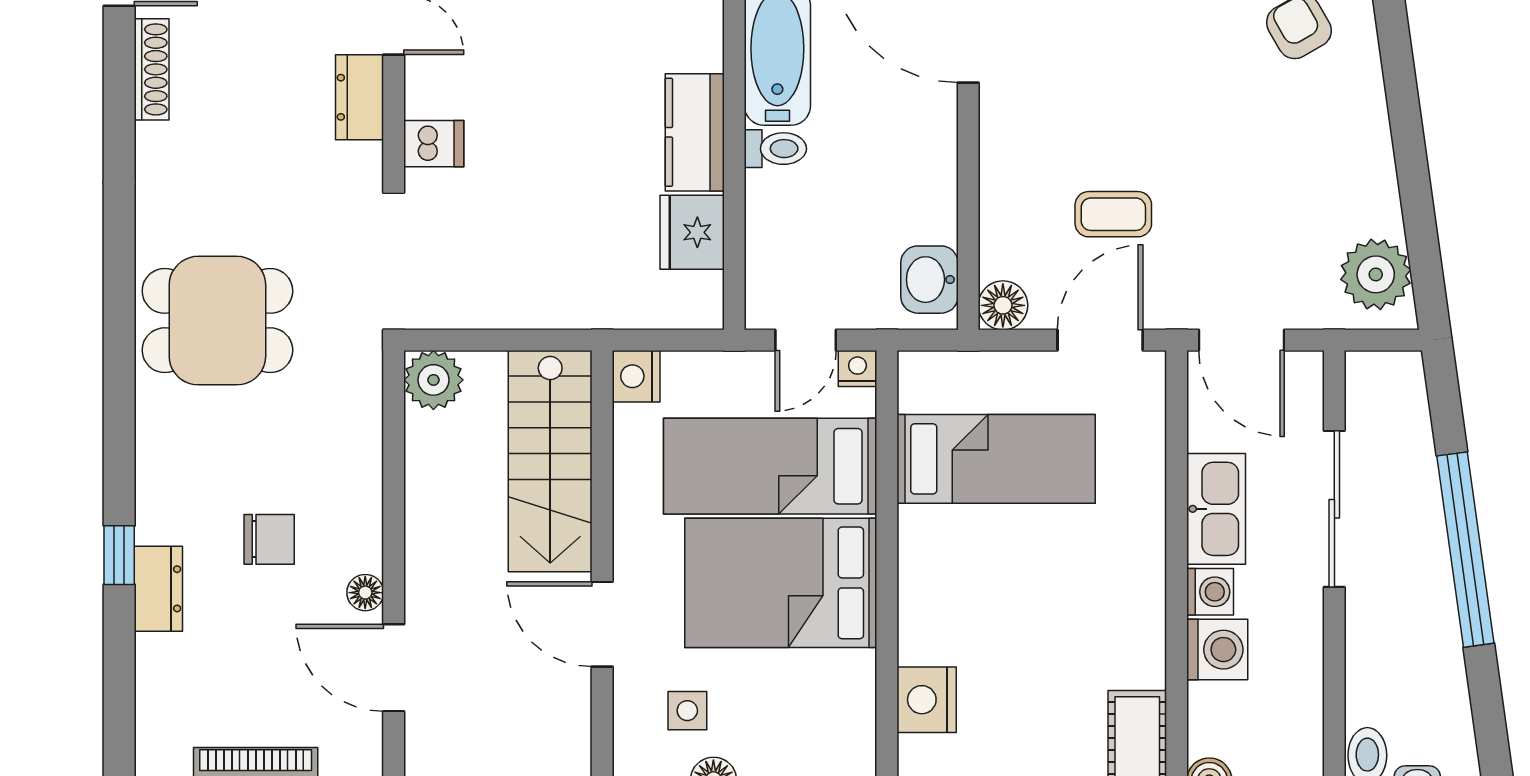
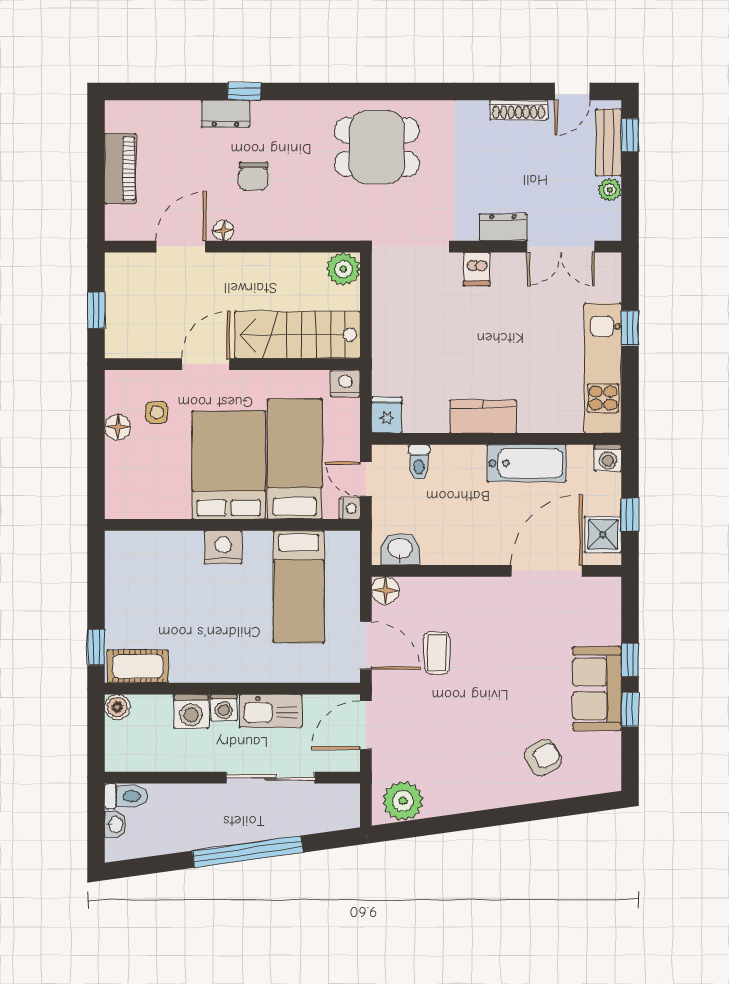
toilet: (775, 149) -> (419, 462), moved
fridge: (692, 232) -> (387, 415), moved, width x0.72
dining table: (217, 321) -> (377, 147), turned 90
nightstand: (927, 700) -> (223, 547), moved

